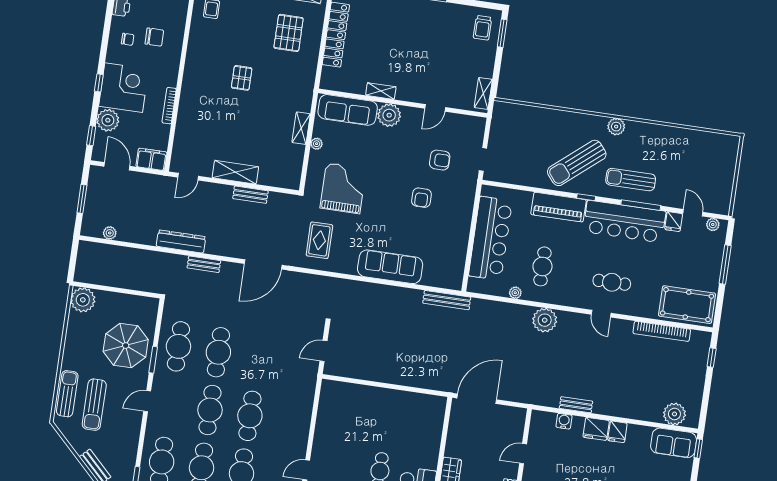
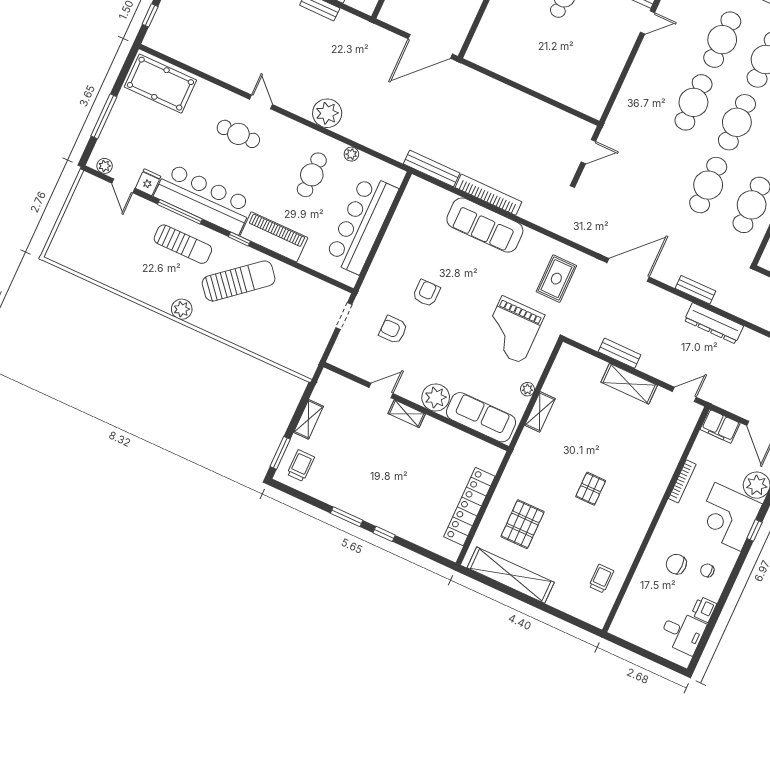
shelving: (381, 91) -> (407, 414), moved
shelving: (483, 93) -> (309, 419), moved
bookcase: (662, 331) -> (488, 195), moved

